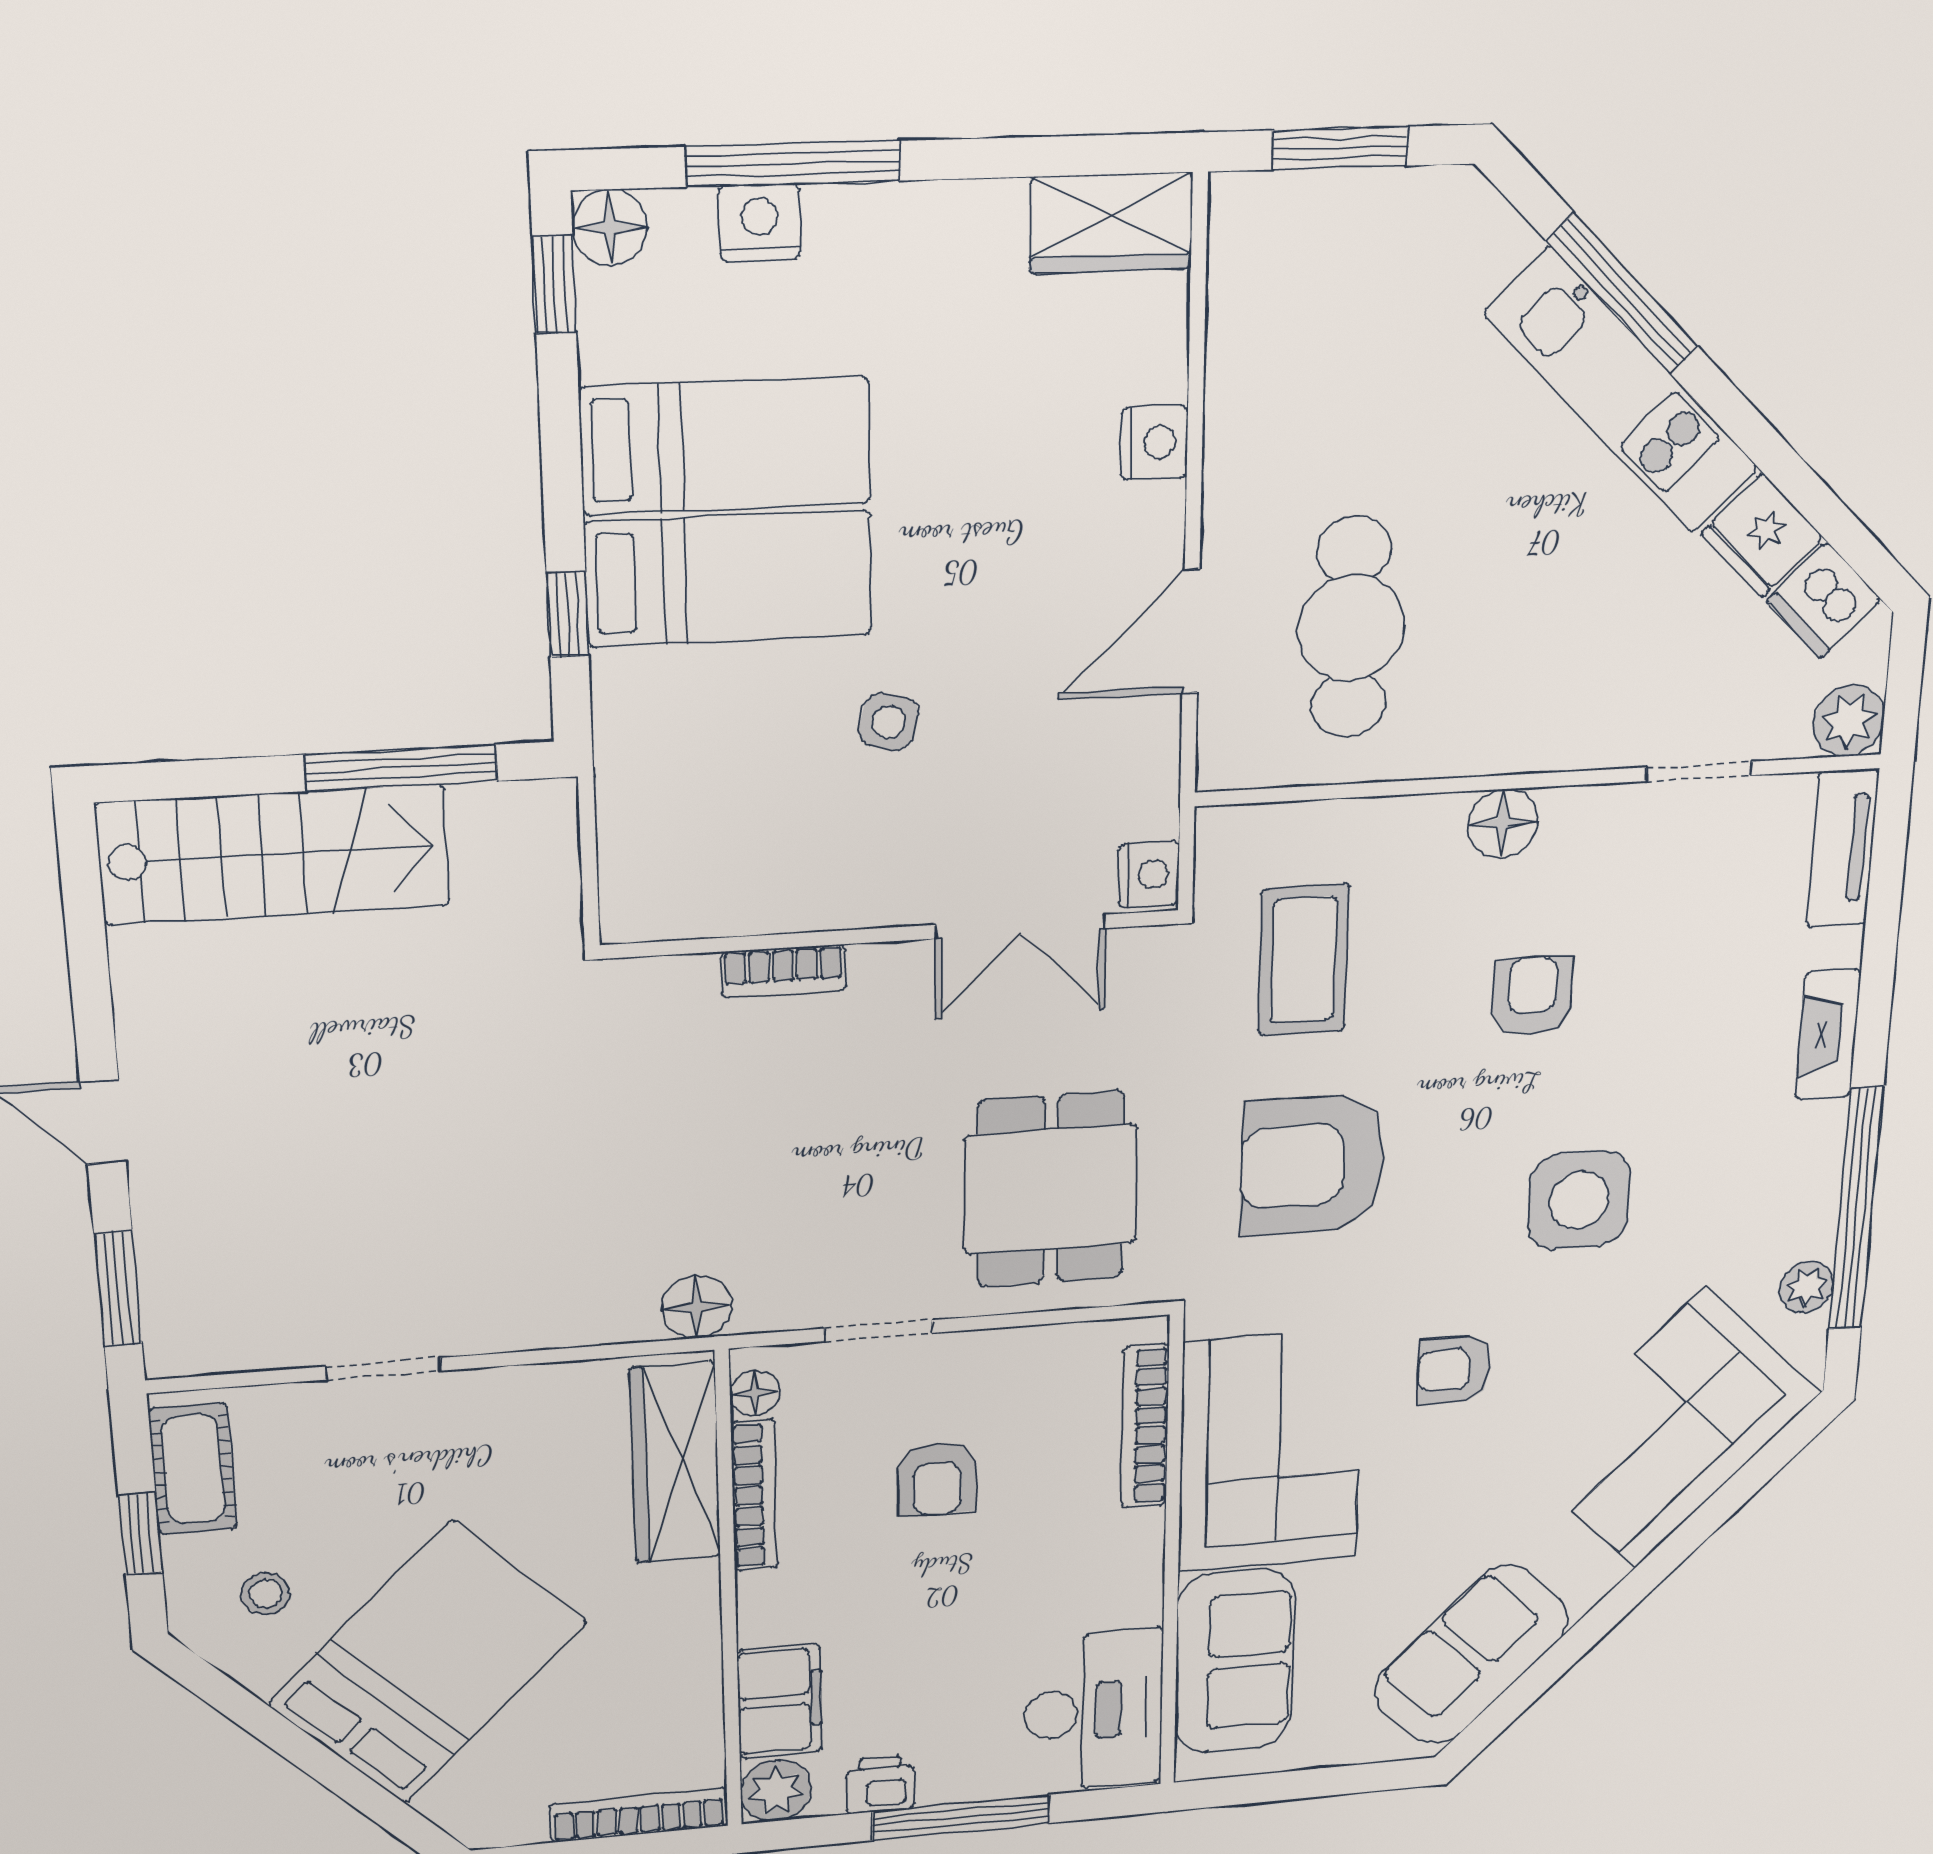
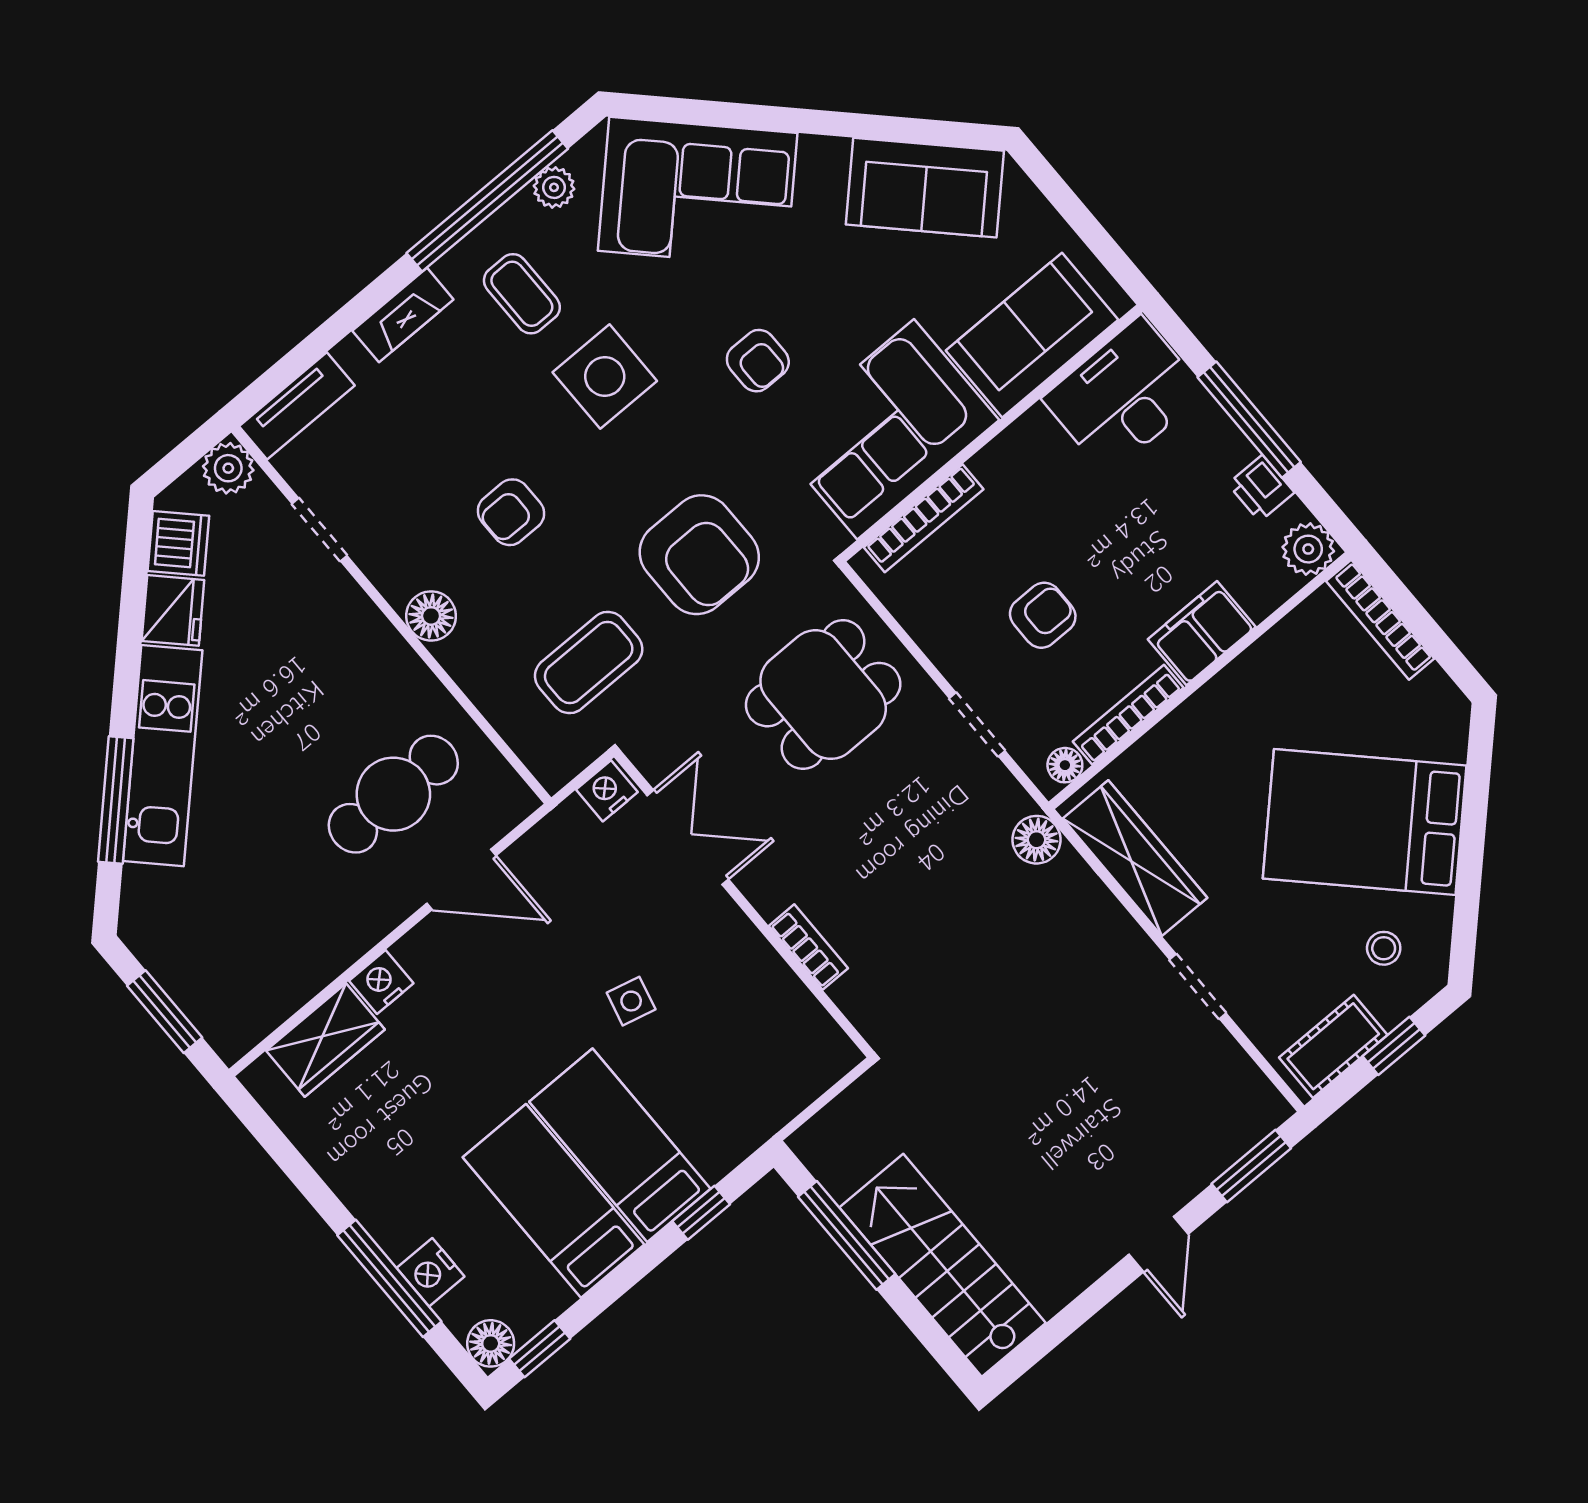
wardrobe: (1111, 223) -> (325, 1040), moved, turned 90
coffee table: (1736, 1176) -> (522, 294), added
wardrobe: (675, 1463) -> (1135, 858), moved, turned -90
filing cabinet: (780, 1701) -> (1202, 633), moved

